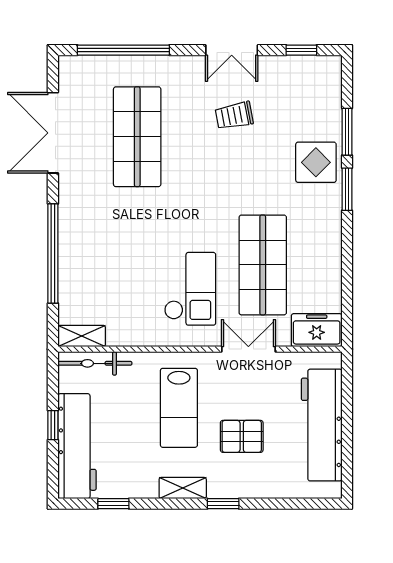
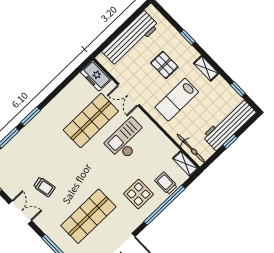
display table: (316, 162) -> (139, 194), moved
trolley: (80, 284) -> (166, 183), added
lab bench: (179, 408) -> (177, 100), turned 180
window: (223, 504) -> (188, 37), moved

